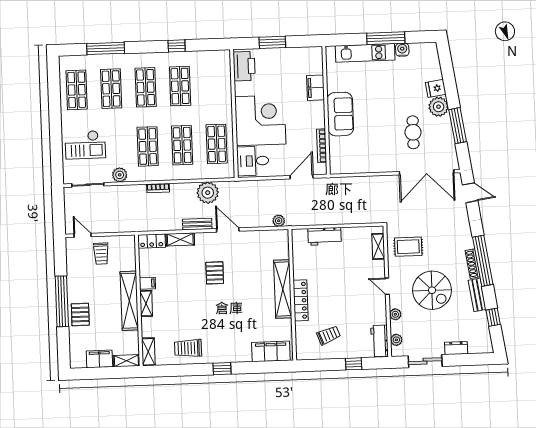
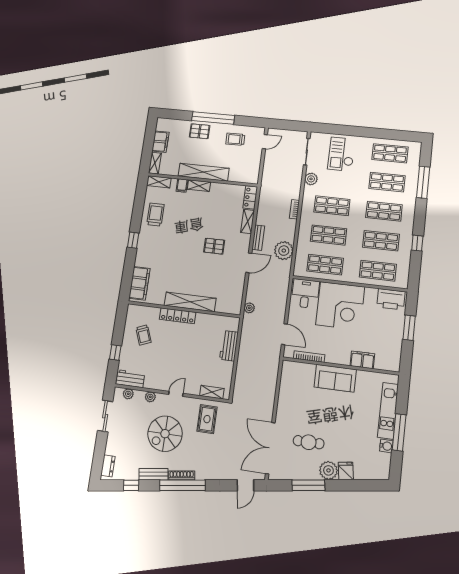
shop shelf: (214, 85) -> (378, 271), added
trolley: (101, 254) -> (235, 139), moved
filing cabinet: (147, 283) -> (182, 185), moved
dresser: (456, 348) -> (108, 466), moved

